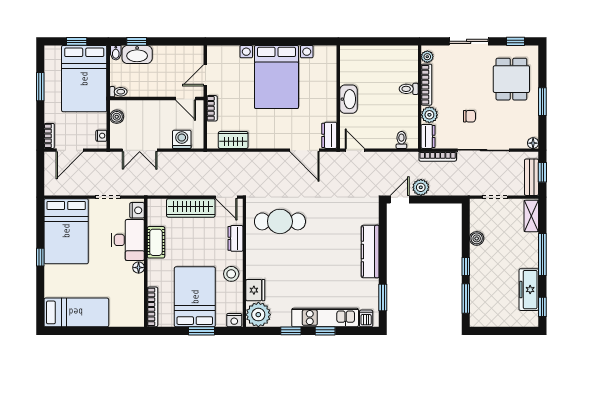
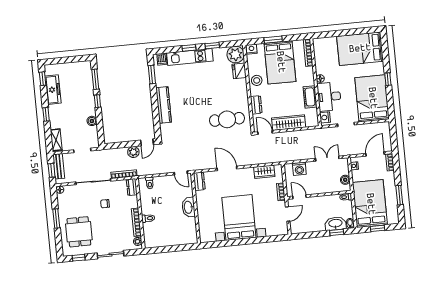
plant: (429, 115) -> (132, 202), removed
door: (305, 150) -> (227, 168), moved
window: (542, 255) -> (46, 114), width x0.46
bed: (76, 312) -> (360, 49), width x1.50

